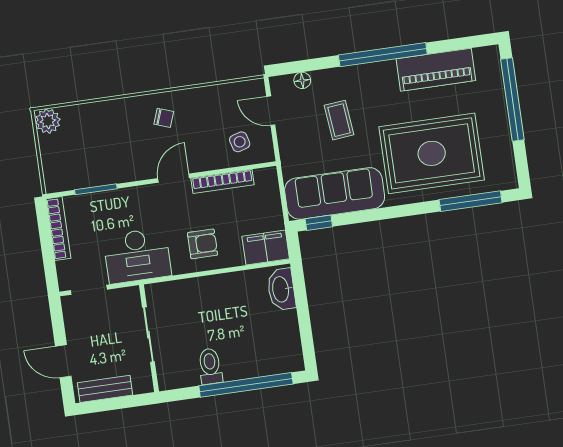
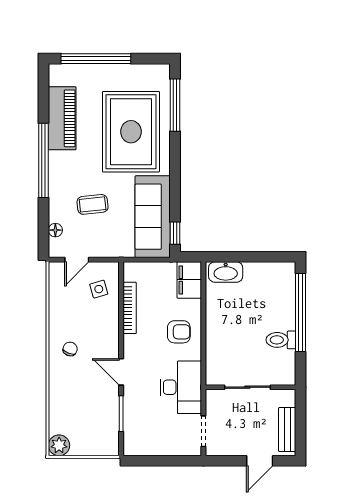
door: (174, 178) -> (121, 372), moved
bookcase: (58, 229) -> (149, 449), removed
armchair: (202, 244) -> (179, 332), turned 90

